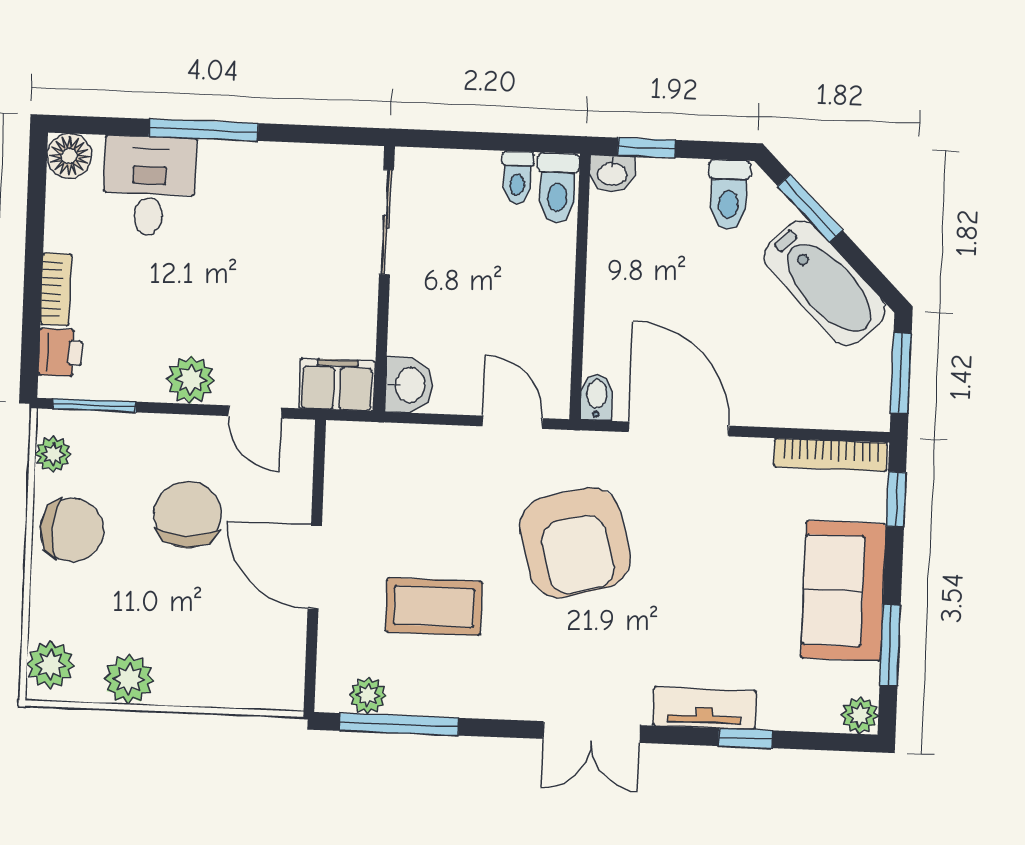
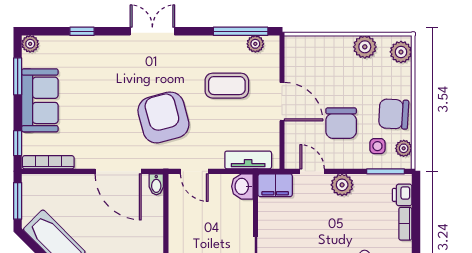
side table: (110, 461) -> (377, 146), added
tv unit: (704, 708) -> (248, 160), moved, turned 180

